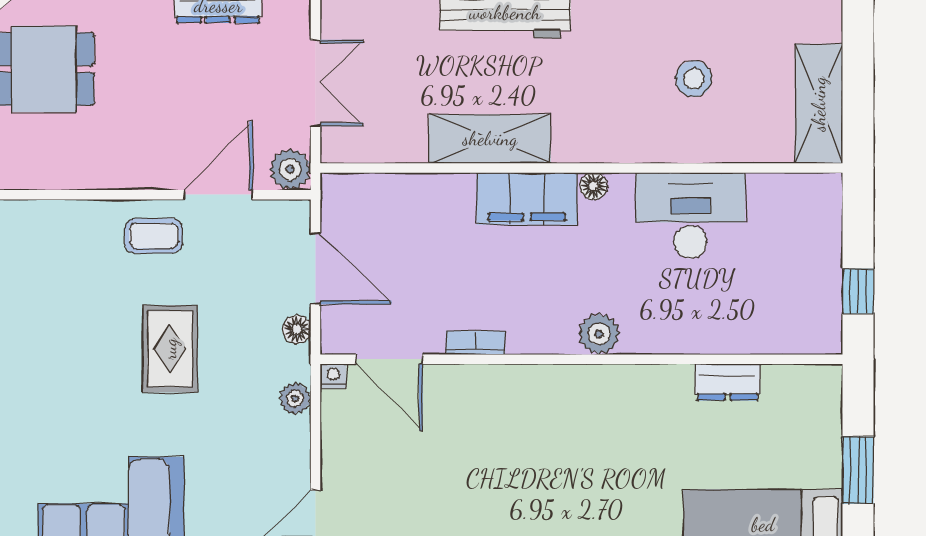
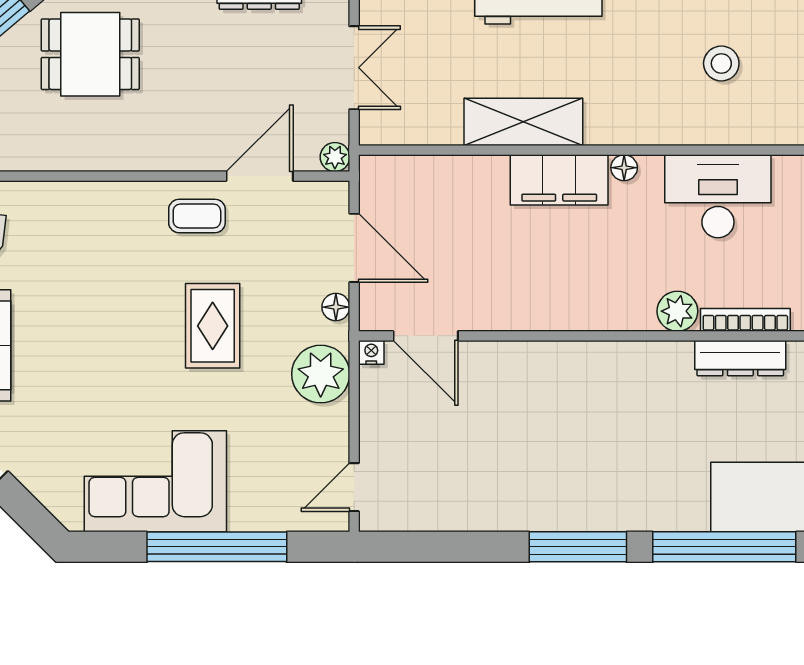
plant: (290, 169) -> (335, 157), width x0.73, depth x0.73
plant: (599, 334) -> (677, 311), moved
bookcase: (476, 343) -> (745, 320), moved, width x1.56
dresser: (728, 382) -> (740, 358), width x1.44
plant: (295, 398) -> (321, 374), width x1.88, depth x1.88

